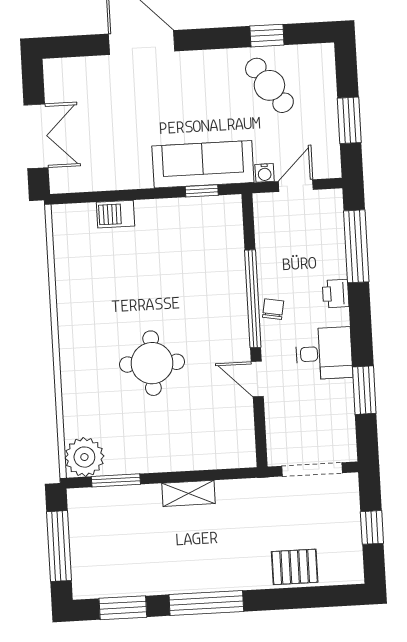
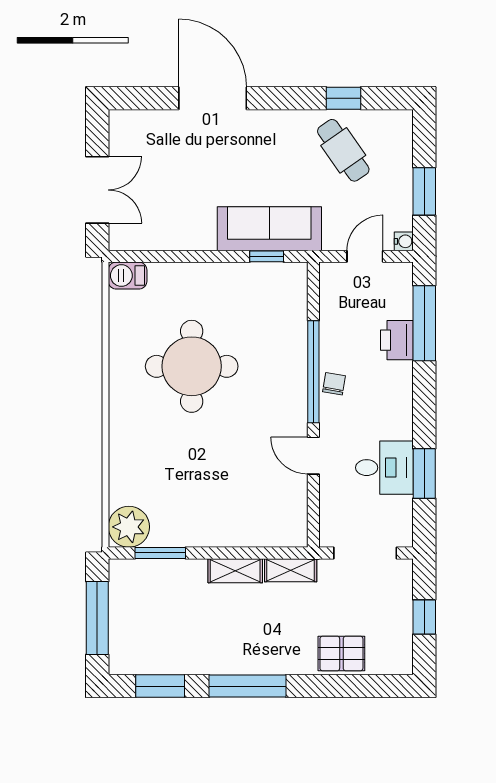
water cooler: (265, 173) -> (404, 241), moved, turned -90
barbecue: (115, 214) -> (128, 276), moved
printer: (336, 294) -> (397, 340), moved, width x1.36, depth x1.24
desk: (324, 353) -> (384, 468), moved
round table: (152, 363) -> (192, 366), moved, width x1.36, depth x1.36
shelving: (241, 490) -> (291, 570), added

